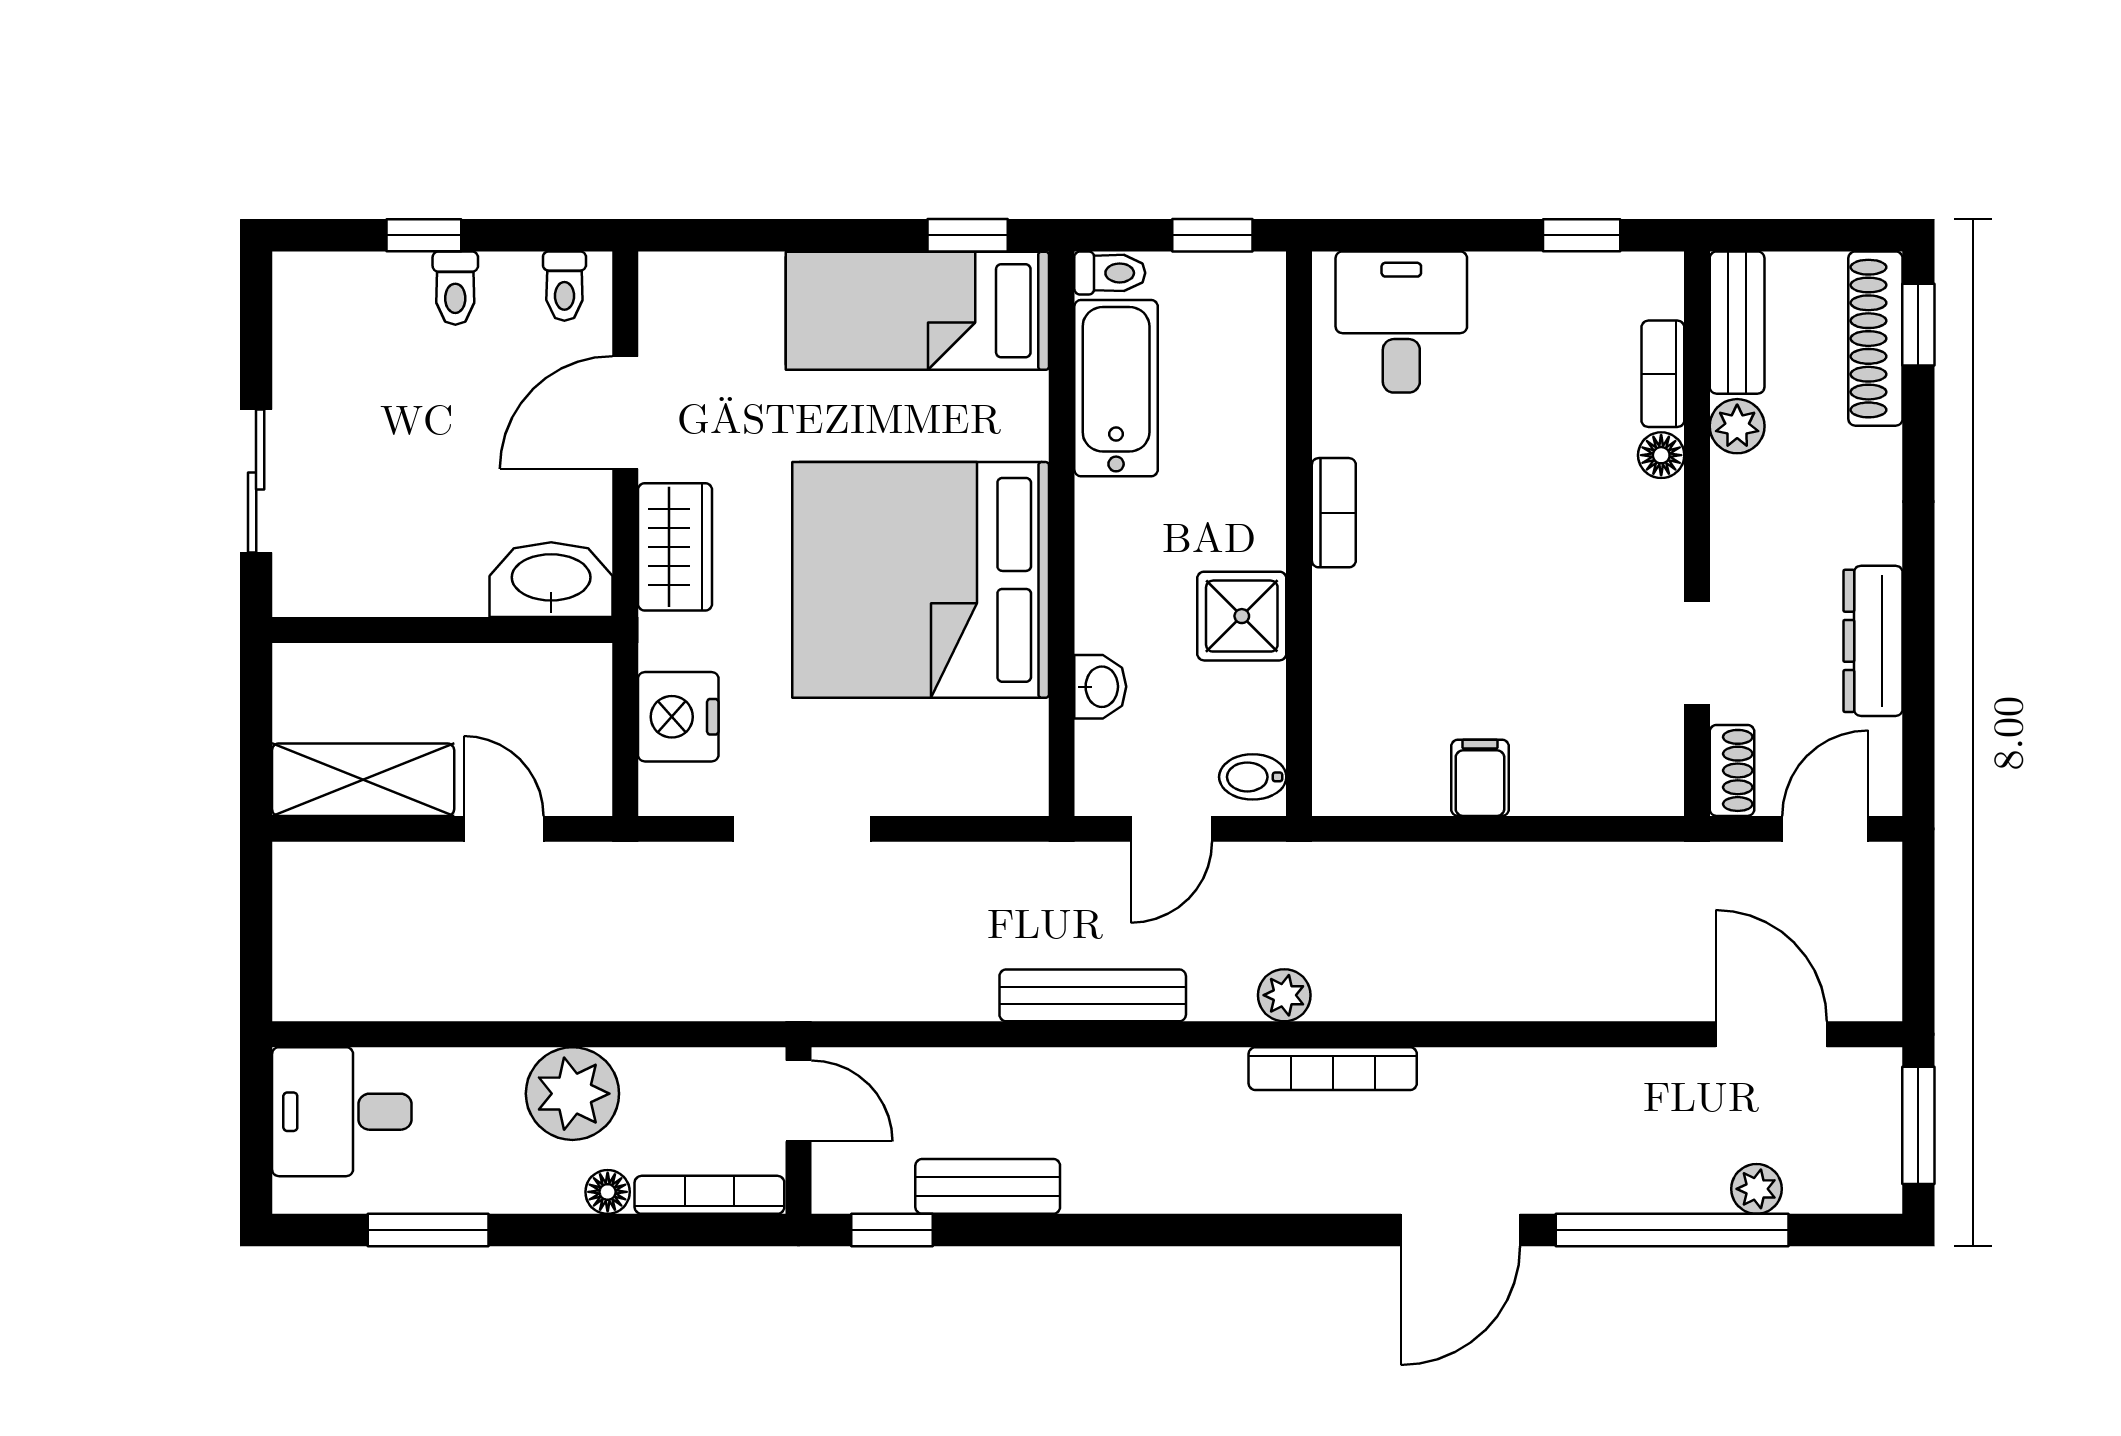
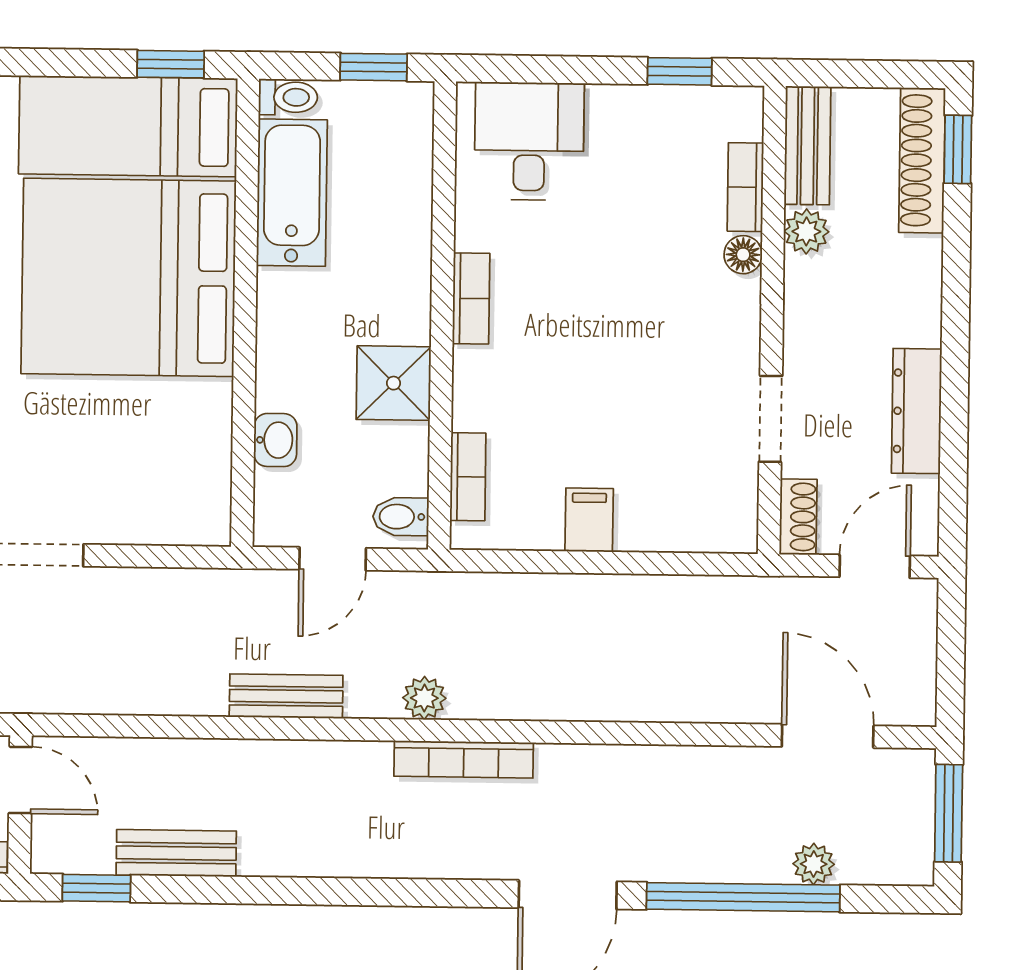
bed: (921, 580) -> (129, 277), moved
bookcase: (1333, 728) -> (468, 477), added
bench: (1093, 995) -> (286, 696), width x0.73

